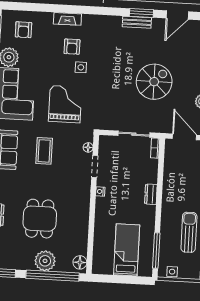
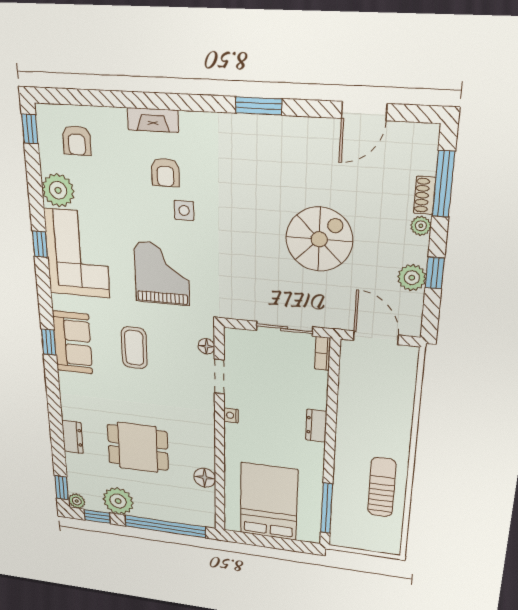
window: (141, 13) -> (259, 106), moved
bench: (137, 22) -> (284, 126), removed
dining table: (40, 219) -> (138, 447), turned 90
bed: (127, 250) -> (269, 502), width x1.50
plant: (45, 261) -> (118, 501), moved
floor lamp: (80, 262) -> (205, 478), moved
side table: (172, 272) -> (353, 540), removed

